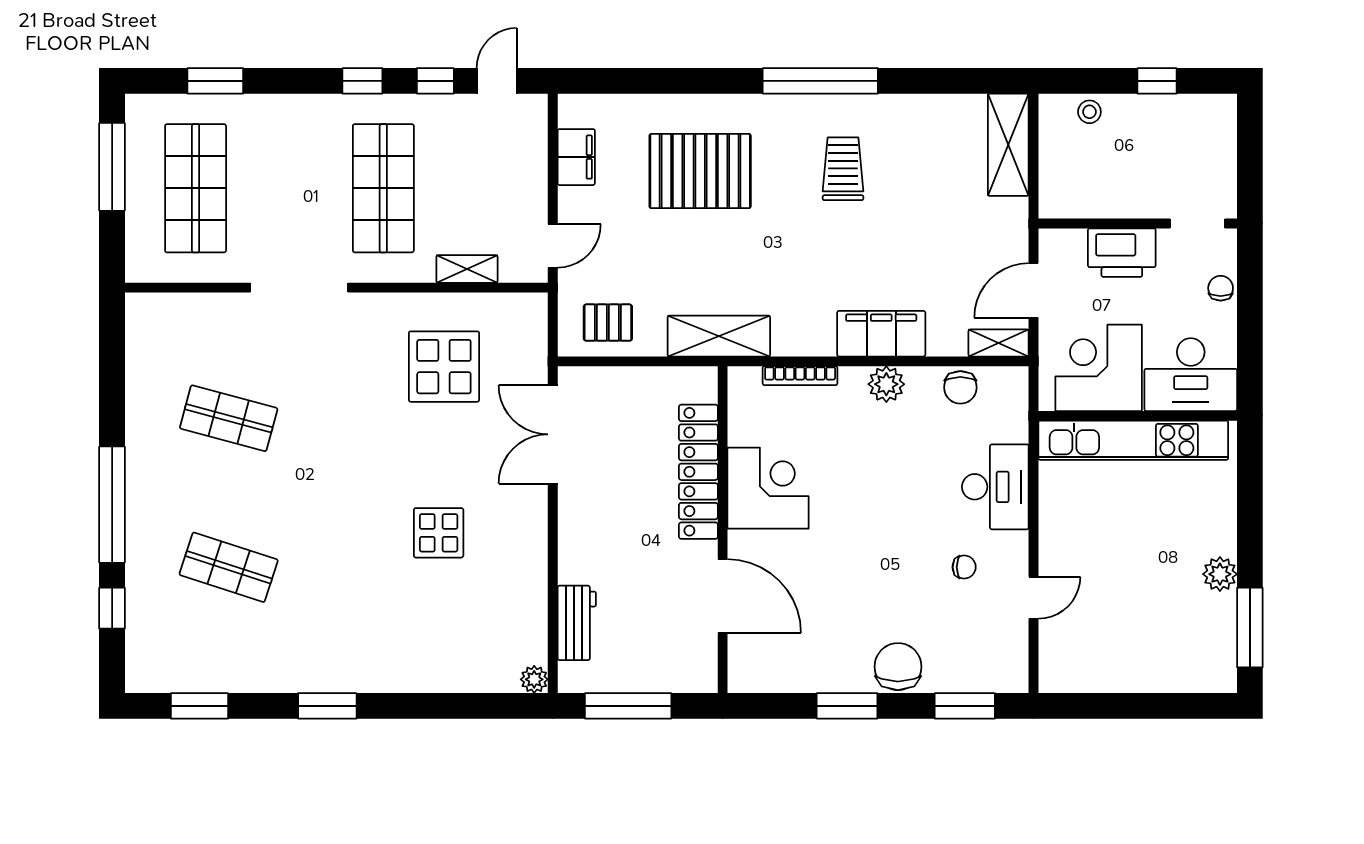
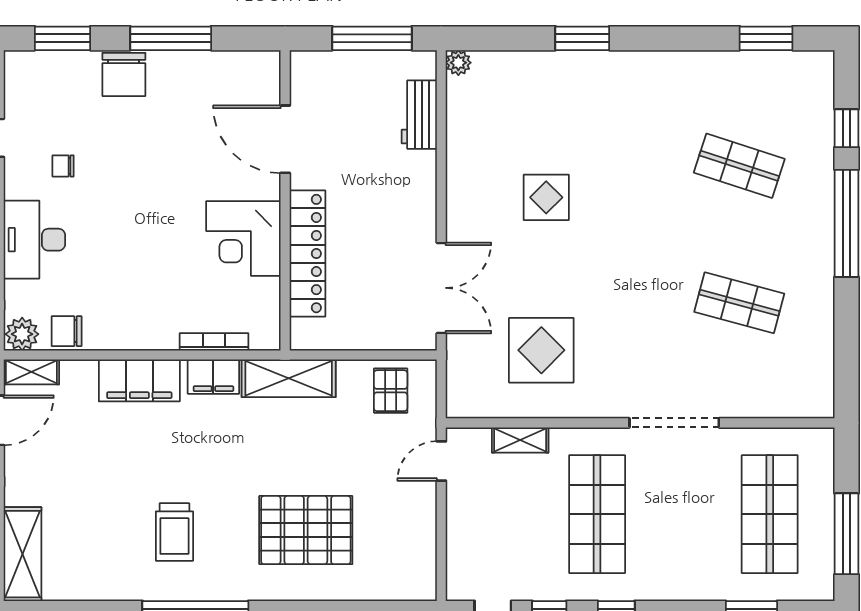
filing cabinet: (576, 157) -> (213, 377), moved, turned -90
pallet: (608, 323) -> (391, 391), turned 90
plant: (886, 384) -> (22, 334), moved
chair: (960, 387) -> (67, 331), turned -90
window: (327, 706) -> (582, 38), moved
window: (847, 706) -> (171, 38), width x1.44

